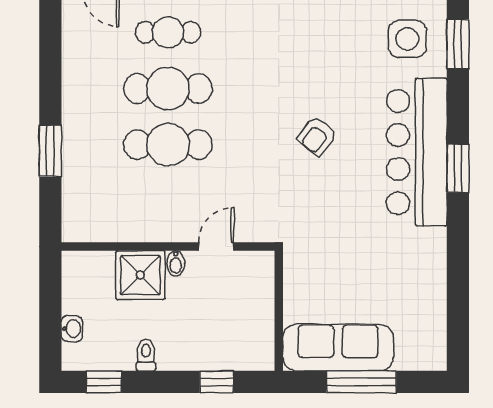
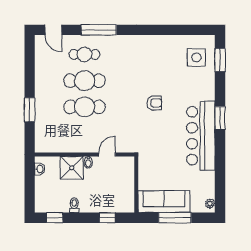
armchair: (317, 136) -> (154, 103), turned -128
bar counter: (417, 152) -> (201, 136), moved
washbasin: (72, 329) -> (40, 169), moved
plant: (436, 352) -> (210, 204), added

